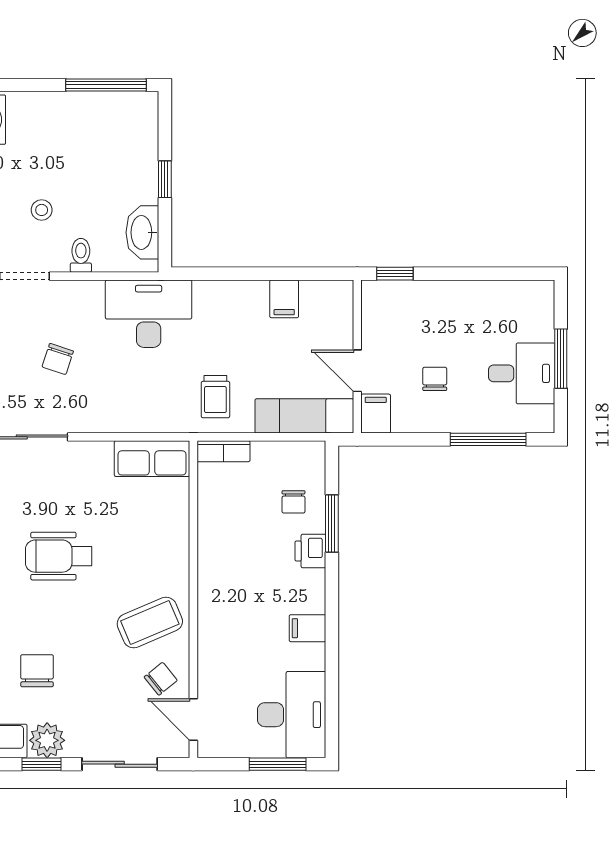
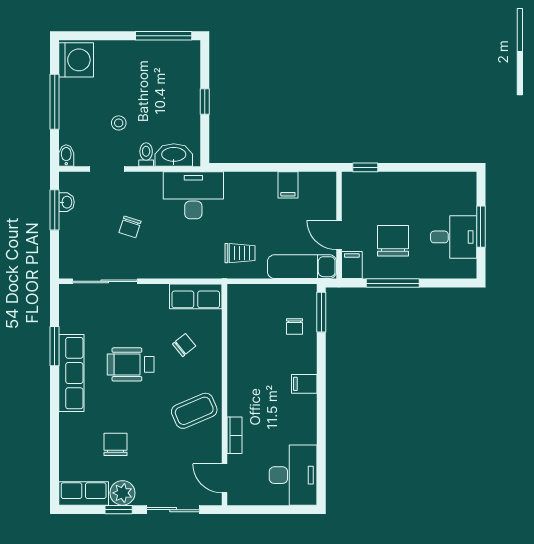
washbasin: (142, 232) -> (174, 155), moved, turned 90
chair: (435, 379) -> (393, 241), width x1.87, depth x1.87
trolley: (215, 397) -> (240, 253), turned -90
window: (488, 439) -> (393, 283), moved
bookcase: (223, 451) -> (235, 435), moved, turned -90
window: (332, 524) -> (321, 312), moved
printer: (310, 551) -> (306, 361), removed
filing cabinet: (308, 628) -> (304, 384), moved
chair: (161, 679) -> (184, 345), moved
window: (278, 764) -> (283, 510), removed

